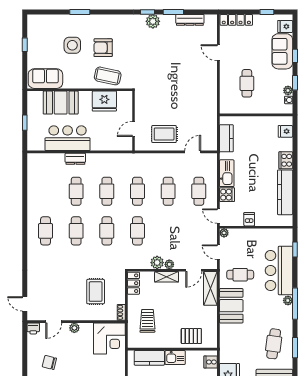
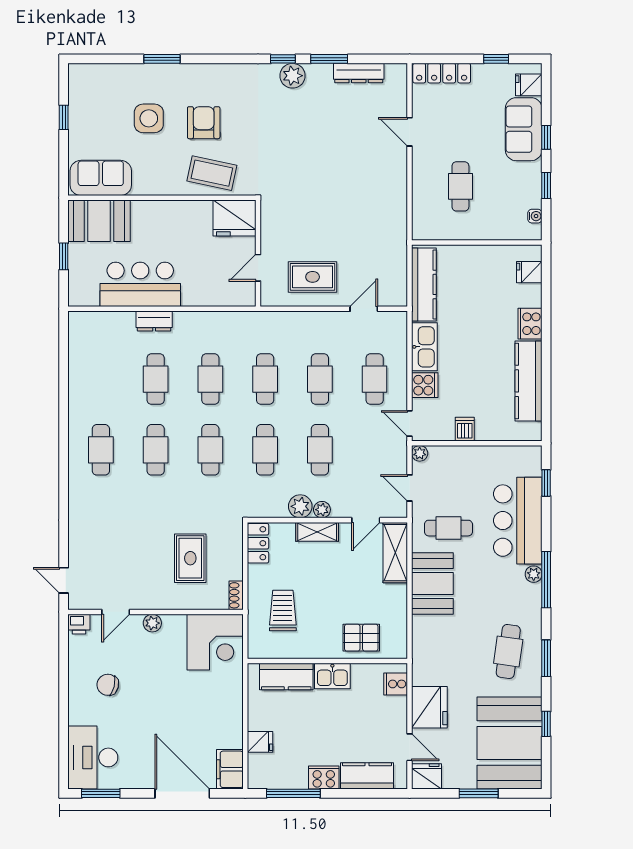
armchair: (103, 48) -> (204, 123), turned 90
plant: (288, 90) -> (534, 199), removed
fridge: (104, 101) -> (234, 218), moved
booth: (61, 103) -> (99, 221), moved
kitchen counter: (226, 138) -> (424, 284), width x1.50
cafe table: (168, 231) -> (320, 450), added

